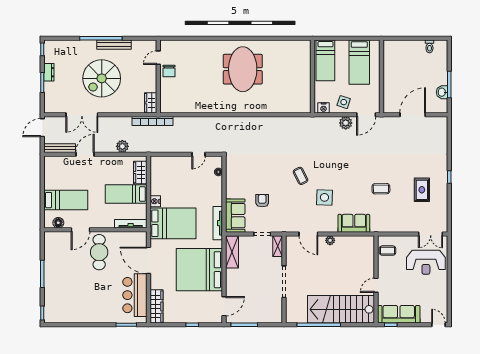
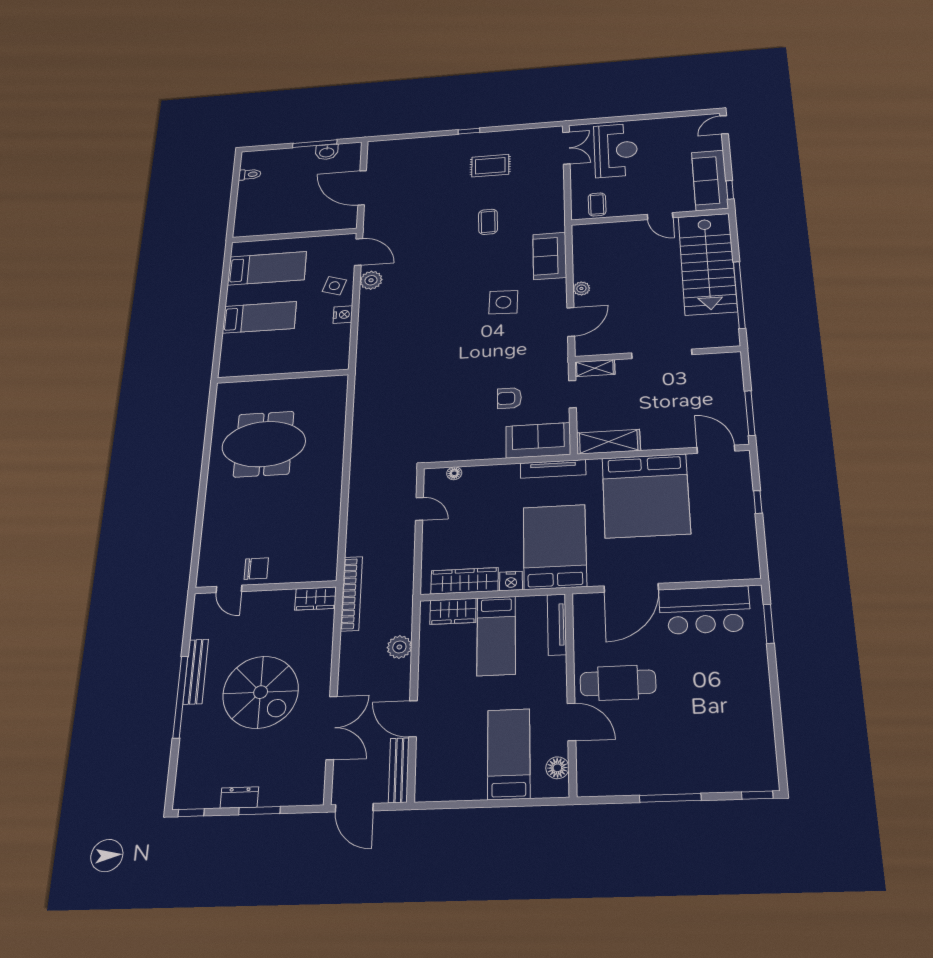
wall: (313, 76) -> (283, 376), moved
coffee table: (301, 176) -> (464, 341), removed
wardrobe: (157, 306) -> (465, 581), moved

